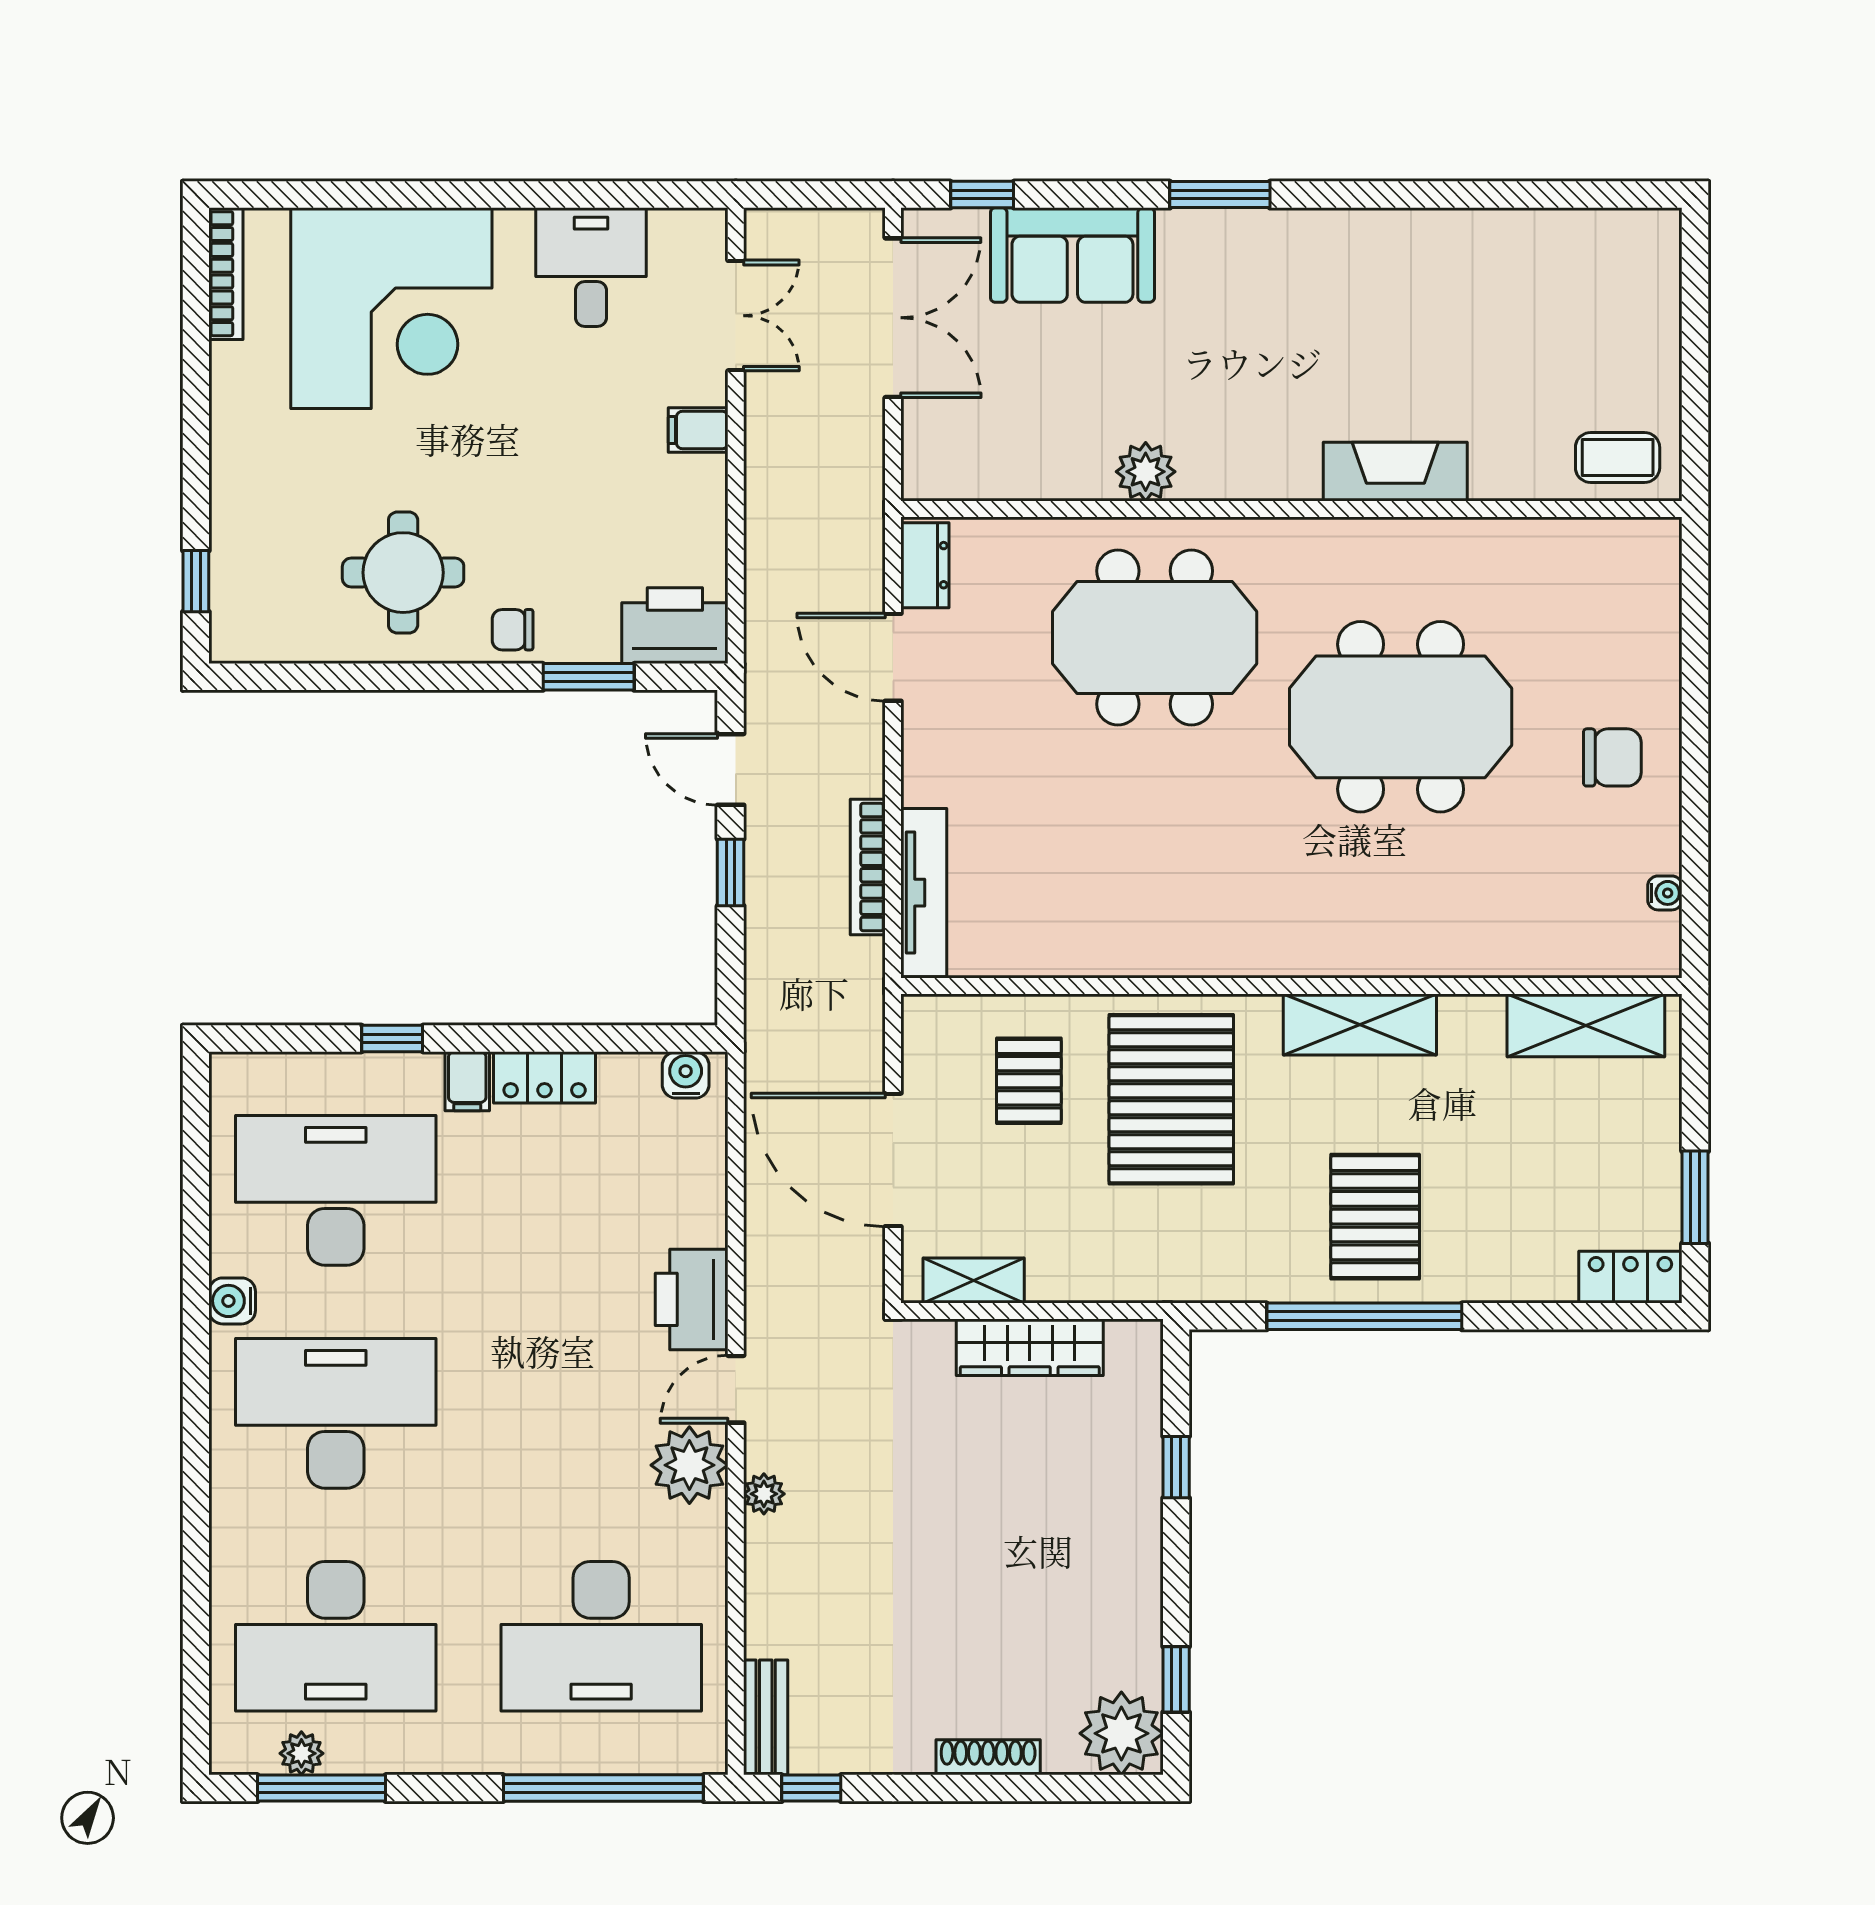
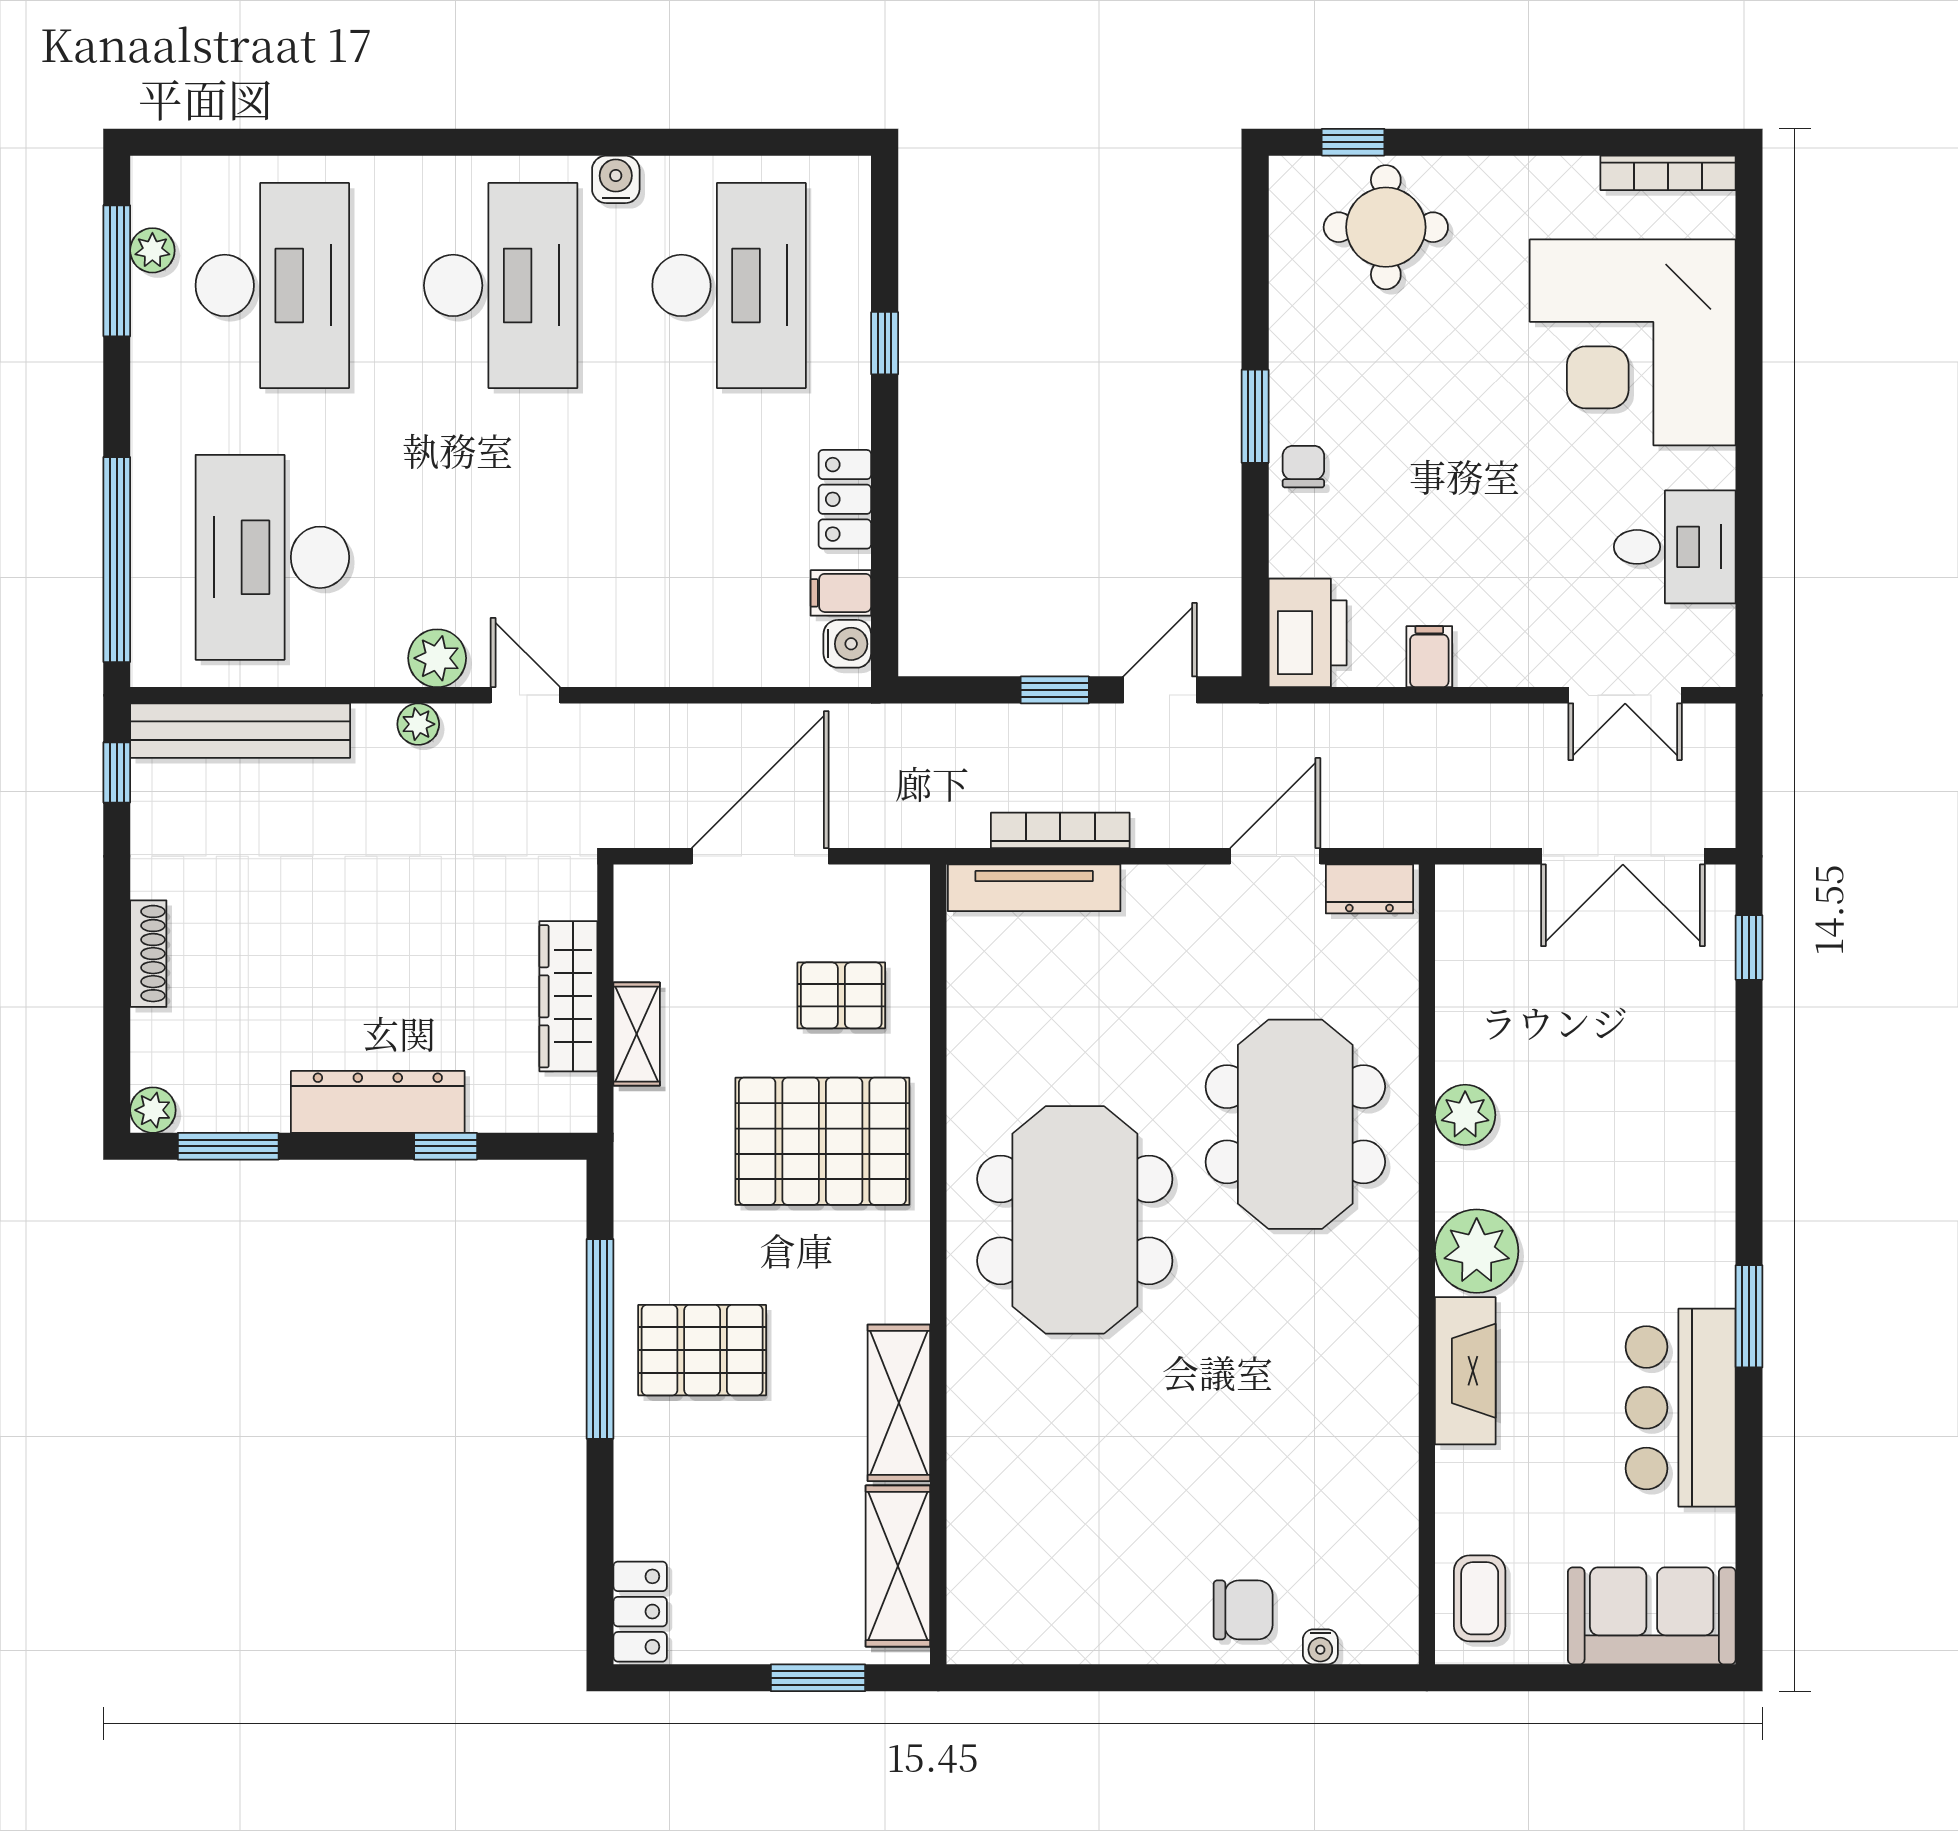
window: (1220, 195) -> (1749, 1316), moved
sofa: (1072, 255) -> (1652, 1616), moved, turned 90
bar counter: (1431, 261) -> (1681, 1408), added
filing cabinet: (698, 430) -> (1429, 657), moved
plant: (1278, 460) -> (1477, 1251), added
round table: (403, 573) -> (1386, 227), moved
window: (589, 677) -> (1255, 416), moved
meeting table: (1401, 717) -> (1075, 1220), moved
chair: (1612, 757) -> (1243, 1610), moved, turned -90
water cooler: (1665, 893) -> (1320, 1647), moved
shelving: (1360, 1025) -> (899, 1403), moved
filing cabinet: (467, 1081) -> (841, 593), moved
window: (1695, 1197) -> (818, 1678), moved
shelving: (974, 1281) -> (637, 1034), moved
printer: (692, 1299) -> (617, 650), removed
plant: (689, 1465) -> (437, 658), width x0.73, depth x0.73
dresser: (1133, 1533) -> (378, 1102), added
desk: (336, 1636) -> (272, 285), turned 180
window: (1176, 1679) -> (228, 1146), width x1.50
bench: (766, 1717) -> (240, 731), width x1.86, depth x1.21
plant: (1121, 1733) -> (153, 1110), width x0.53, depth x0.53

